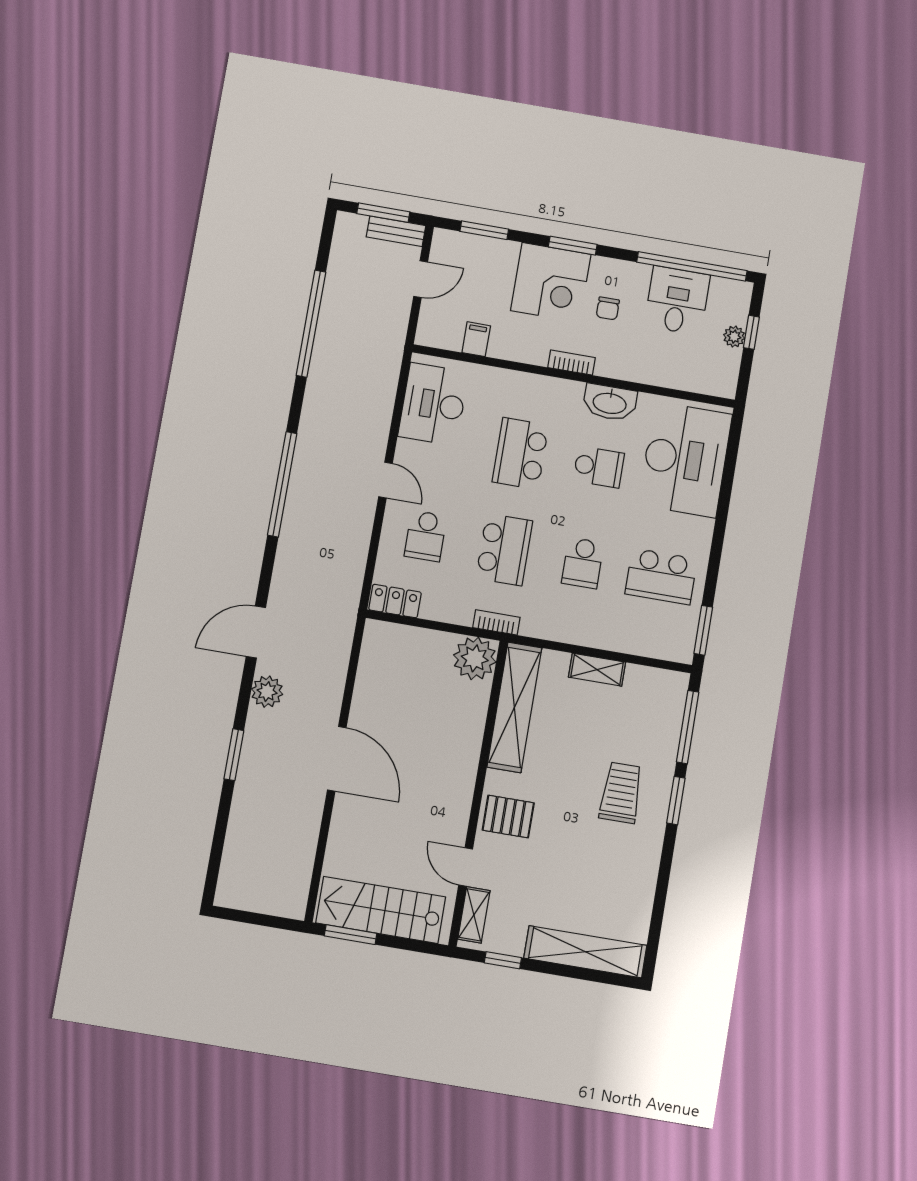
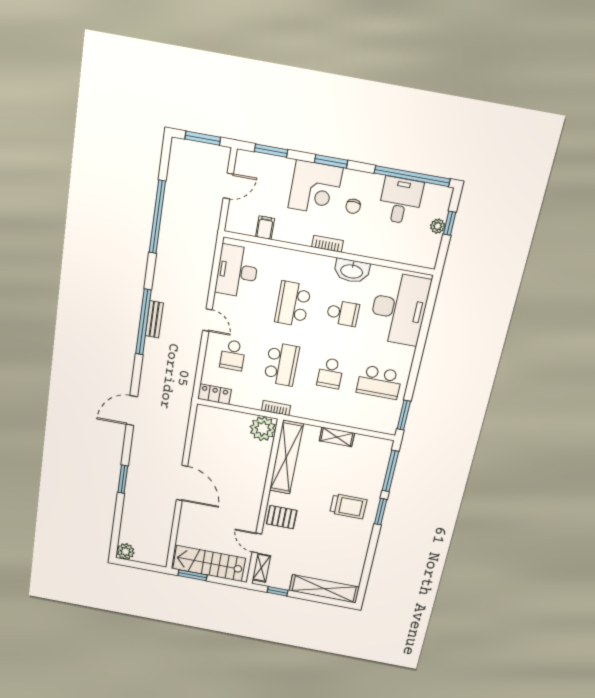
bench: (396, 231) -> (154, 319), moved, turned 90
plant: (267, 692) -> (126, 551), moved
trolley: (621, 793) -> (348, 506), turned 90

